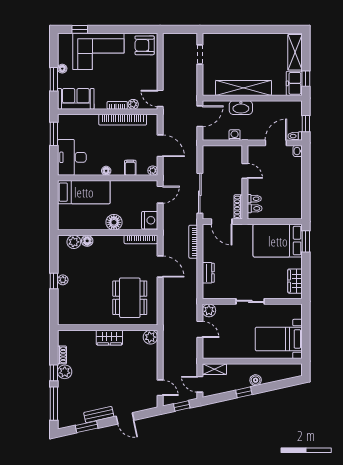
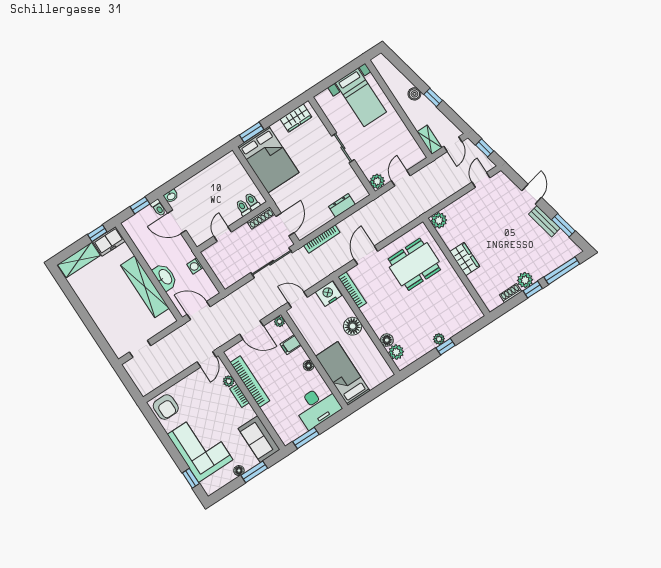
door: (160, 146) -> (251, 330), swing flipped

